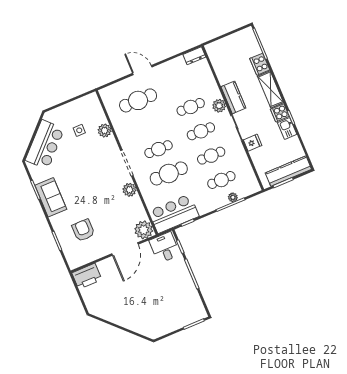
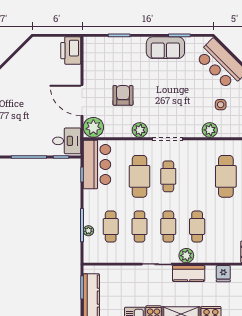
fridge: (253, 143) -> (223, 274), moved
armchair: (83, 230) -> (123, 95), moved, turned -90

